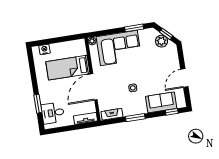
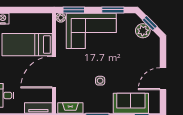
window: (102, 33) -> (74, 10), added

